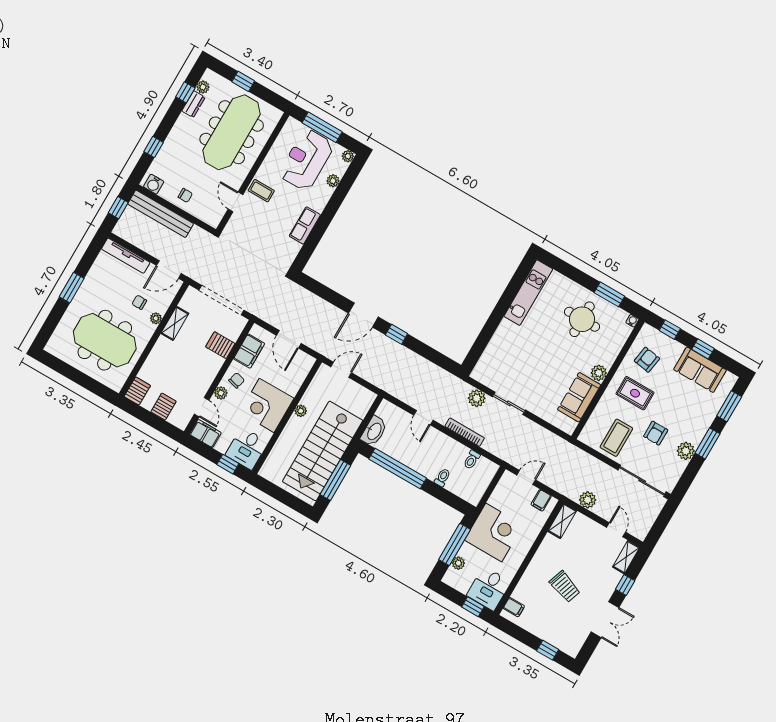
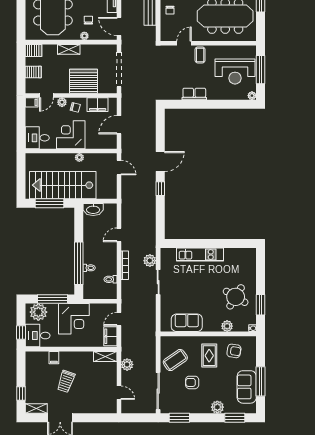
reception desk: (306, 160) -> (235, 72), turned 180
plant: (333, 181) -> (232, 95), removed
kitchen unit: (528, 293) -> (200, 255), moved
door: (363, 315) -> (160, 162), swing flipped
round table: (582, 319) -> (236, 297), turned 31
shelving: (175, 323) -> (69, 49), moved
window: (670, 330) -> (260, 354), removed
server rack: (220, 345) -> (83, 81), width x2.18, depth x1.44
window: (703, 349) -> (260, 381), width x2.17
plant: (599, 373) -> (227, 326), moved
filing cabinet: (205, 434) -> (32, 102), width x0.50
coffee table: (616, 438) -> (175, 360), turned -35
window: (707, 443) -> (179, 418), moved
plant: (686, 451) -> (217, 407), moved
window: (228, 464) -> (21, 132), removed
window: (398, 469) -> (79, 263), moved
door: (526, 477) -> (119, 319), swing flipped
filing cabinet: (541, 500) -> (110, 336), width x2.00
door: (616, 530) -> (119, 393), hinge flipped
shelving: (626, 557) -> (36, 408), moved
plant: (458, 563) -> (38, 312), width x1.87, depth x1.87
window: (625, 585) -> (88, 418), removed
filing cabinet: (514, 607) -> (54, 358), moved

